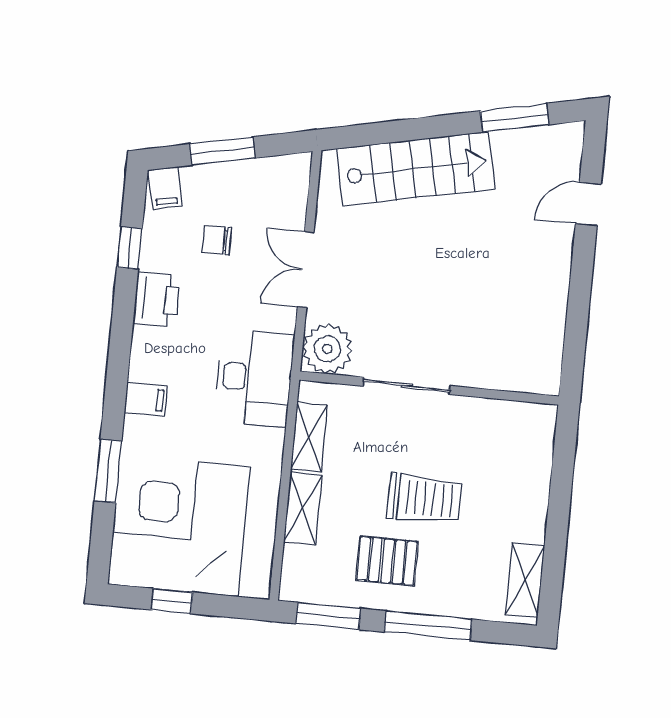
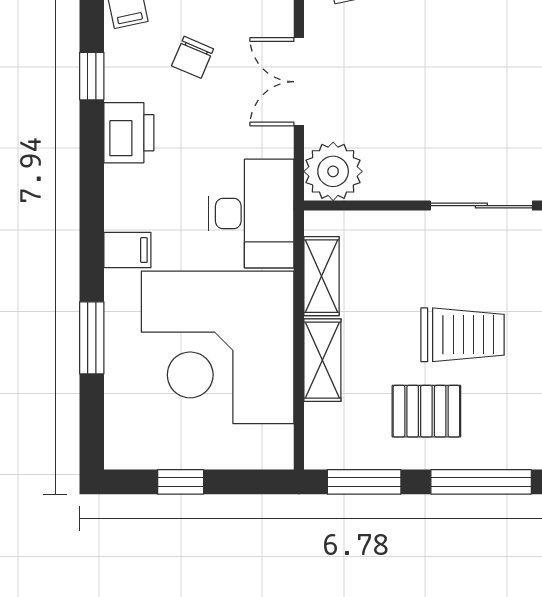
chair: (217, 240) -> (193, 57), turned -67
sliding door: (407, 386) -> (481, 206), moved
corner desk: (179, 525) -> (218, 347), moved, turned -90

